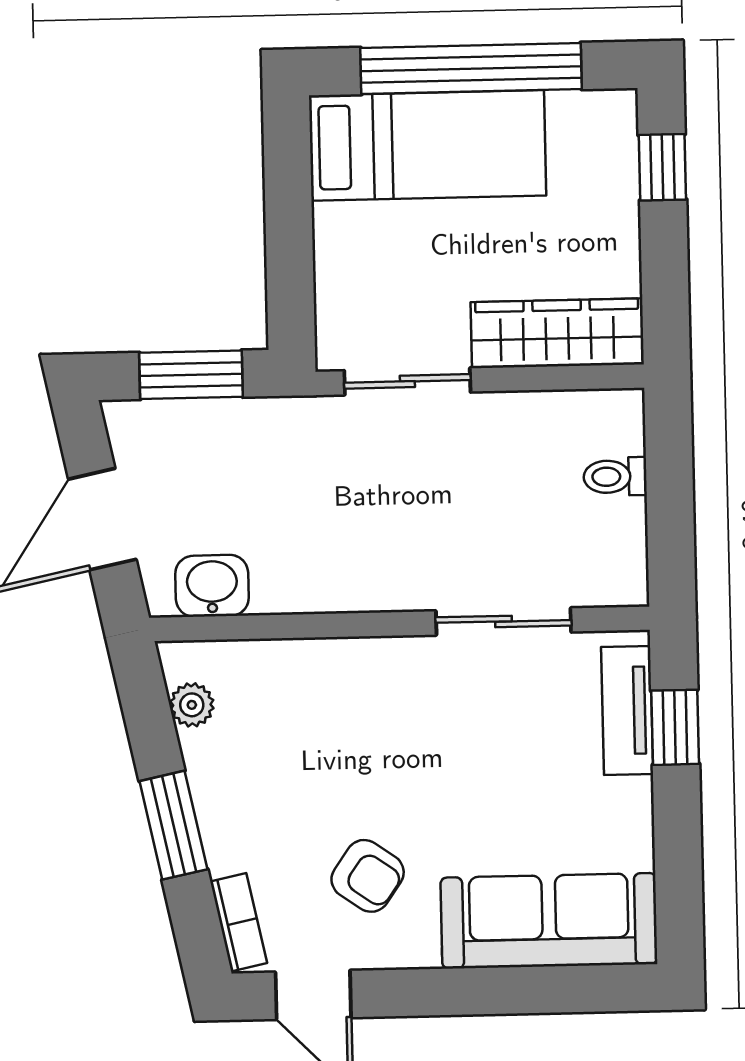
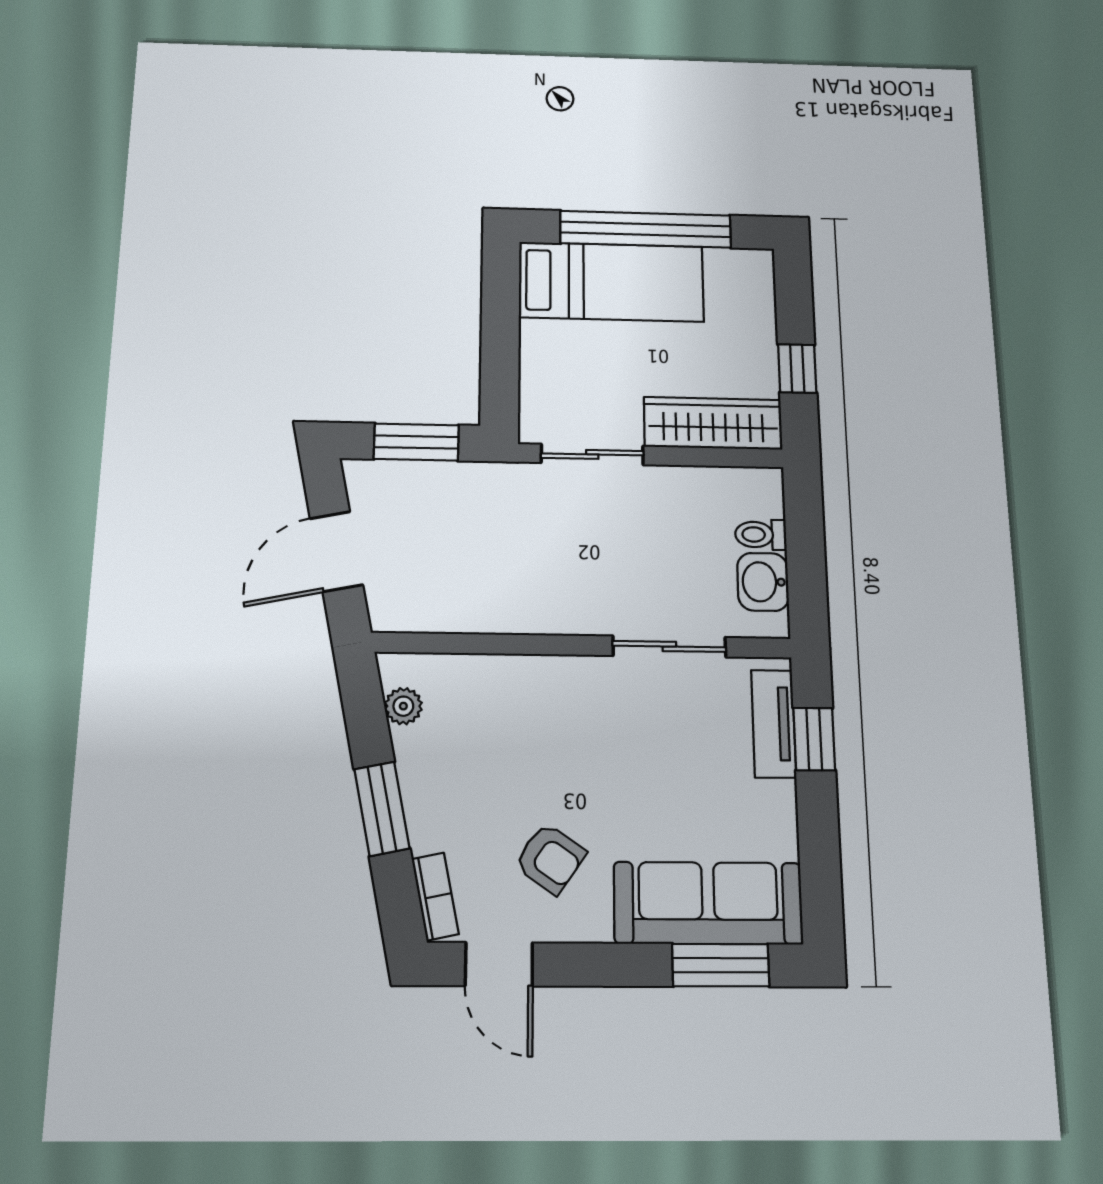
window: (662, 167) -> (797, 369), moved
washbasin: (212, 586) -> (763, 582), moved, turned -90
window: (563, 989) -> (721, 965), added

